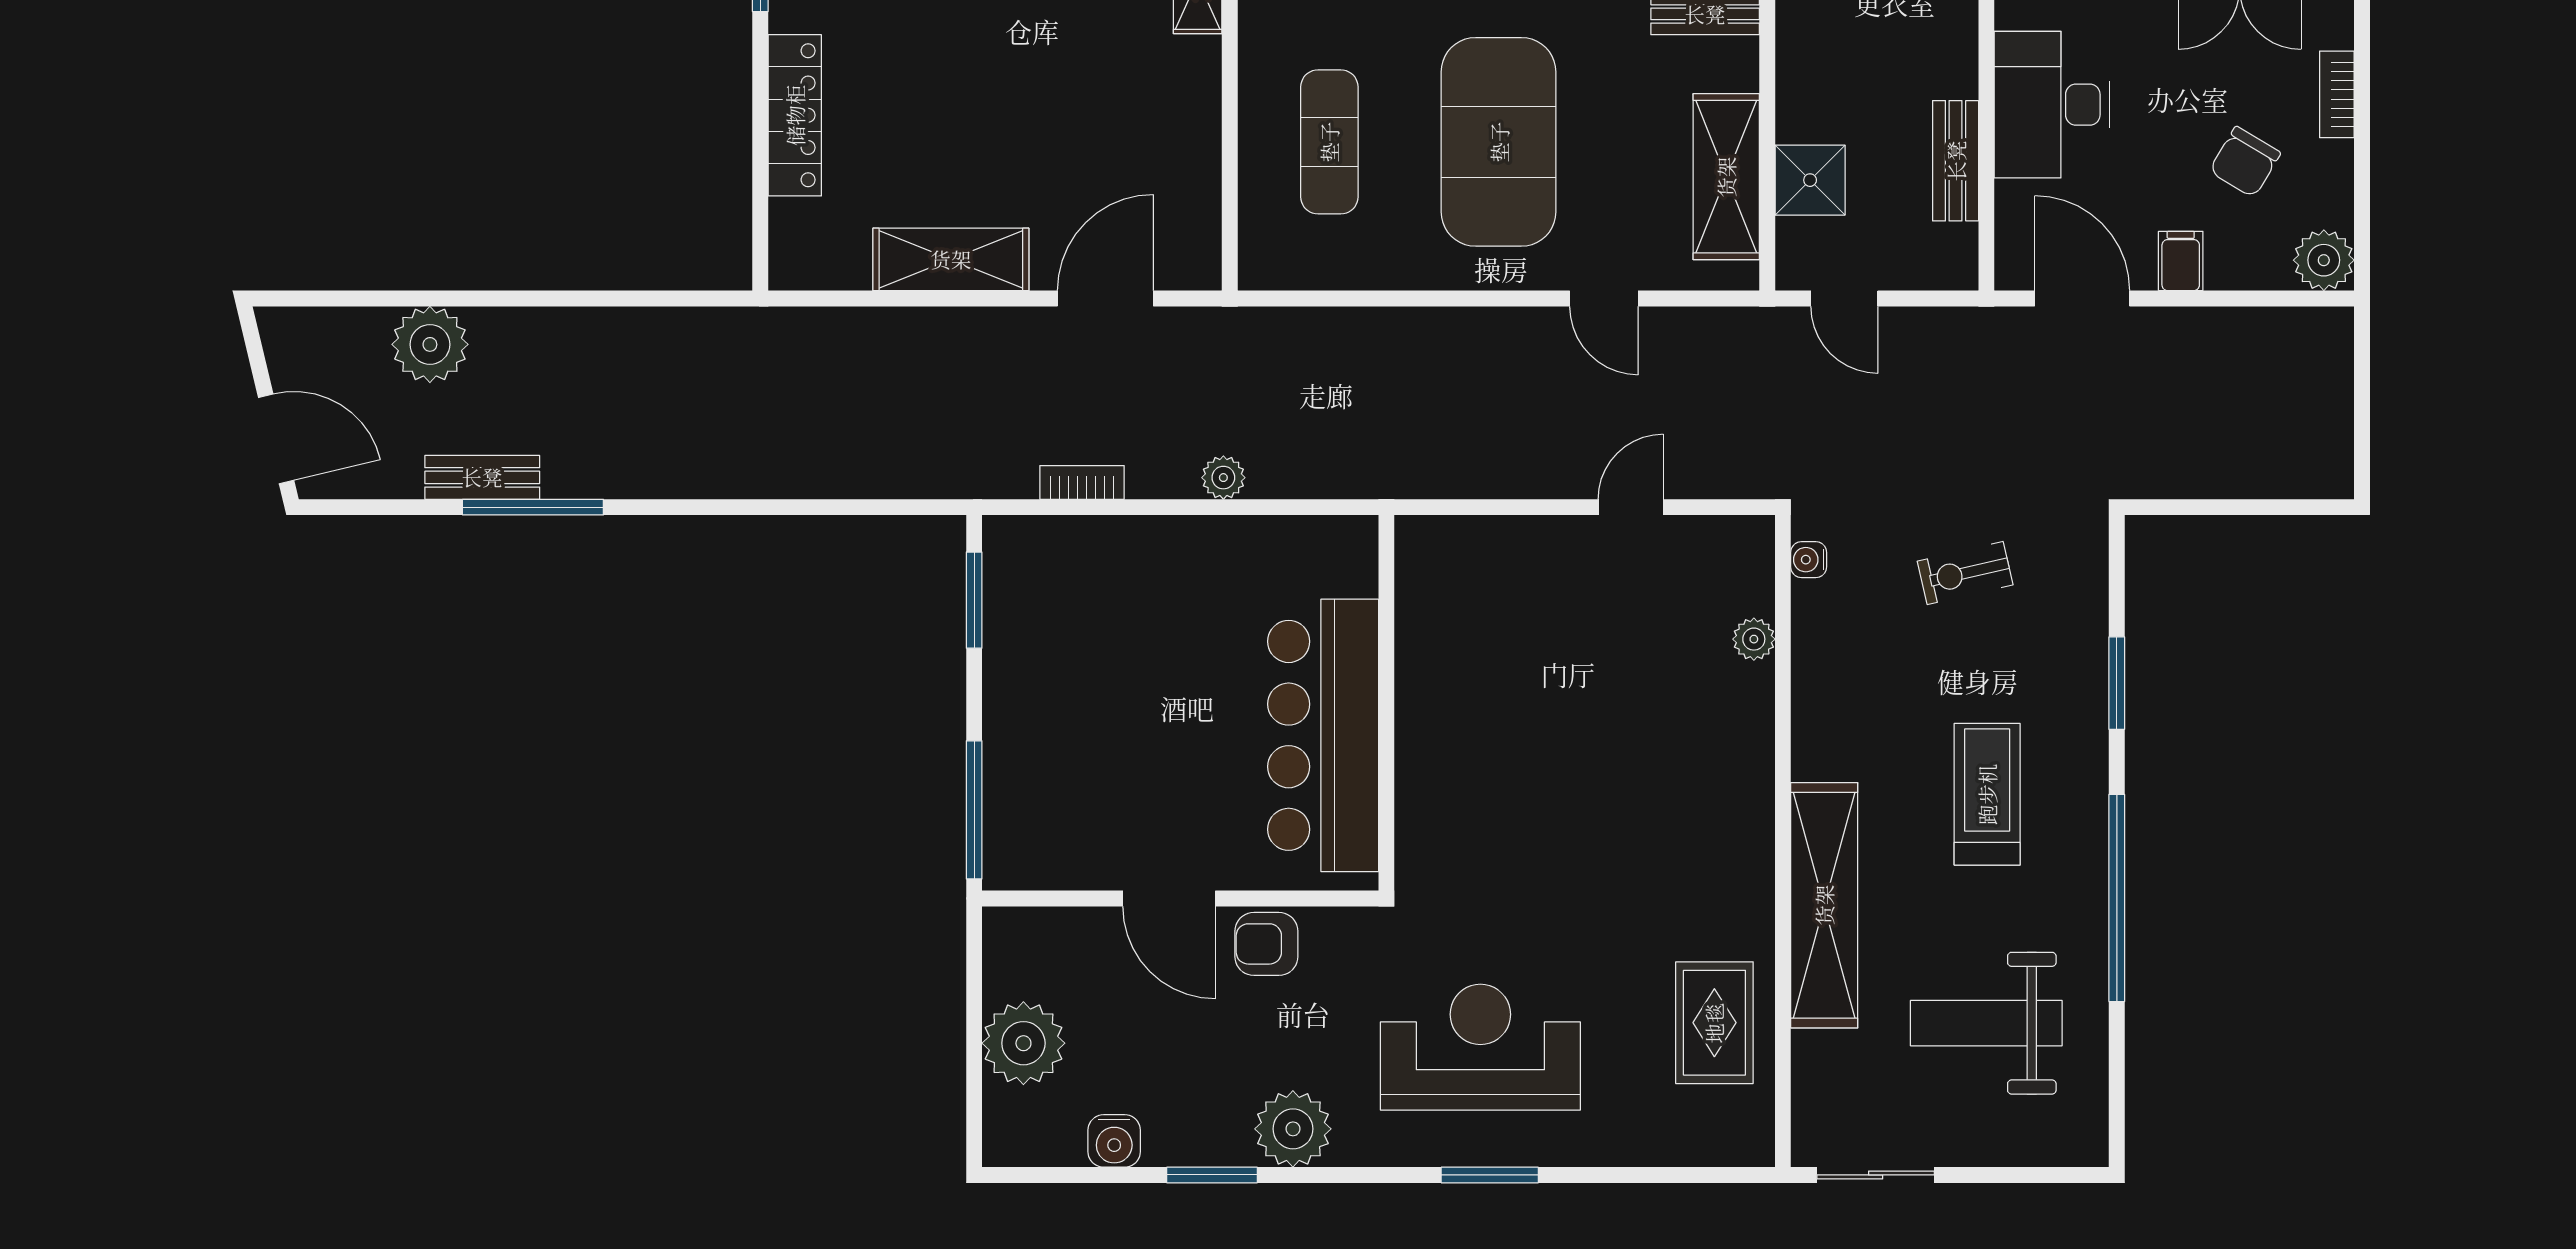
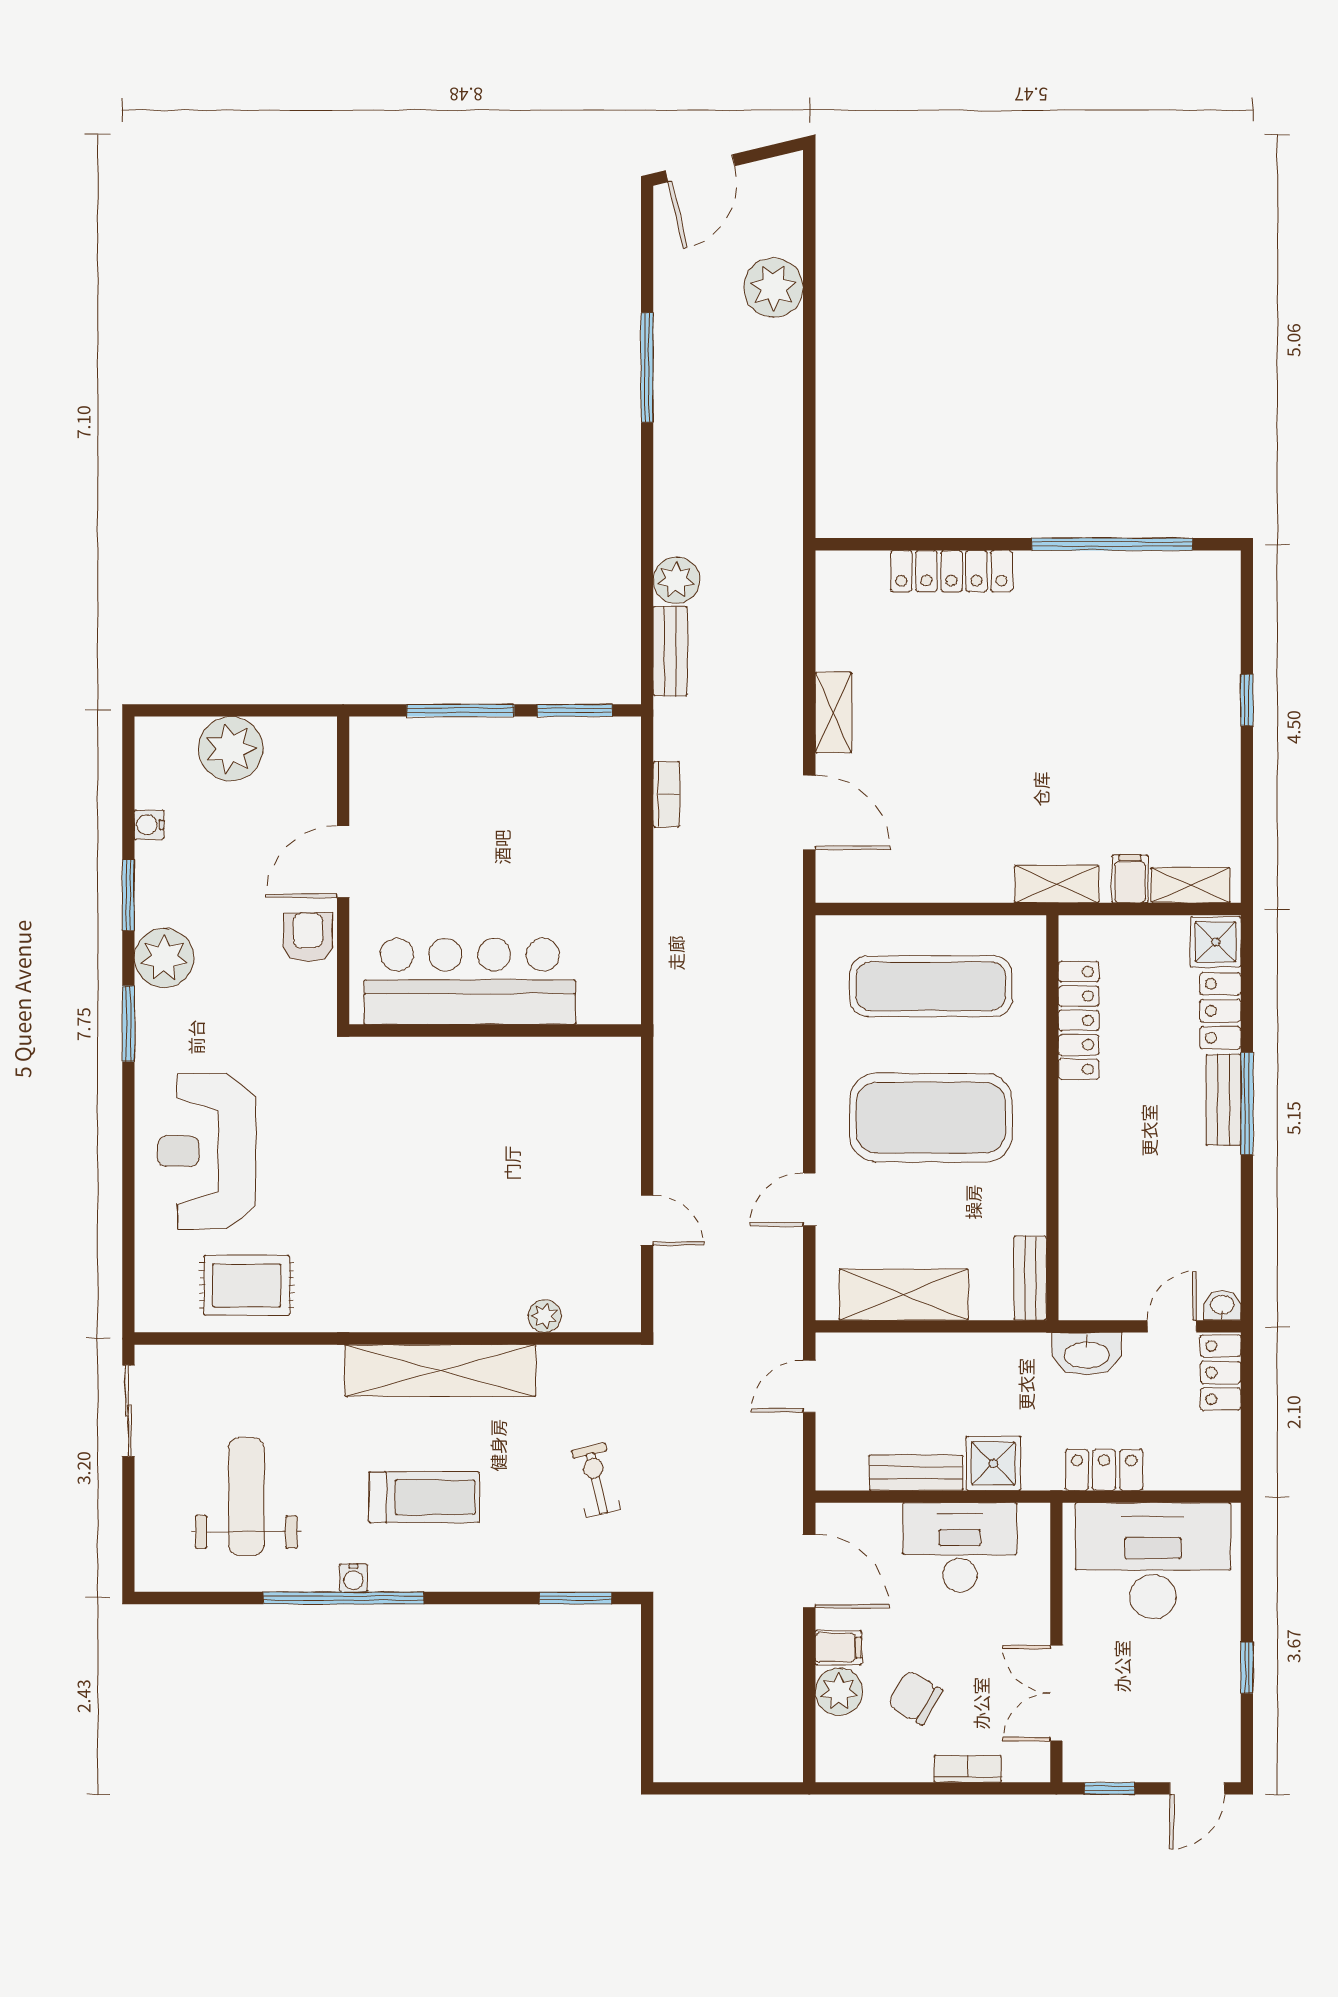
exercise mat: (1329, 142) -> (931, 986), width x1.36, depth x1.45
shower: (1810, 180) -> (993, 1463), moved
shelving: (951, 259) -> (833, 713), width x0.67, depth x0.75
plant: (2324, 260) -> (839, 1692), moved
door: (2082, 298) -> (809, 1571), hinge flipped
bench: (482, 477) -> (670, 651), moved
plant: (1223, 478) -> (676, 580), moved, width x1.38, depth x1.38
water cooler: (1809, 560) -> (354, 1578), moved, turned 180
window: (2117, 683) -> (575, 1598), moved
window: (974, 810) -> (461, 710), moved
shelving: (1824, 905) -> (440, 1371), moved
reception desk: (1480, 1047) -> (207, 1151), moved, turned 180
water cooler: (1114, 1141) -> (149, 825), width x0.72, depth x0.72
window: (1490, 1175) -> (128, 1024), moved

